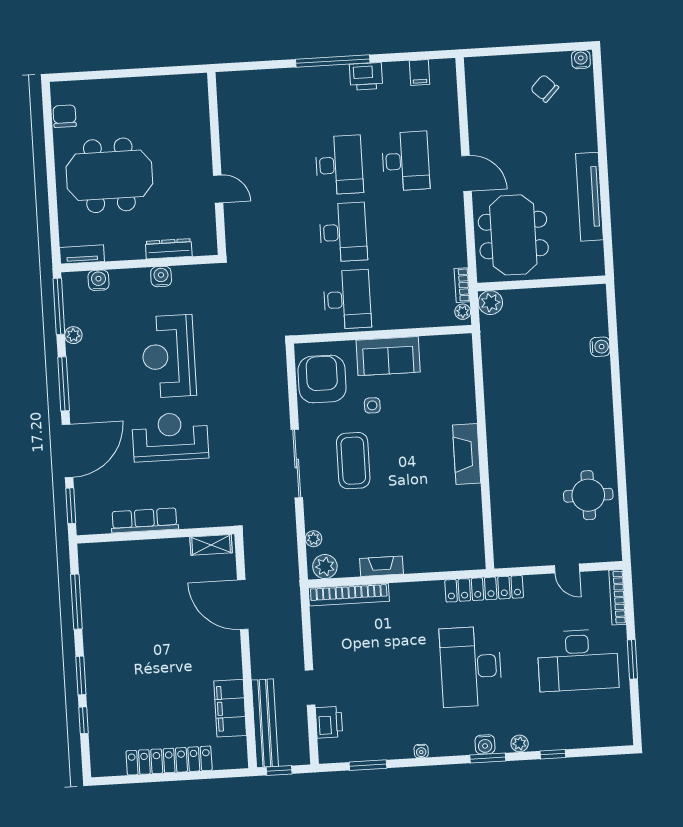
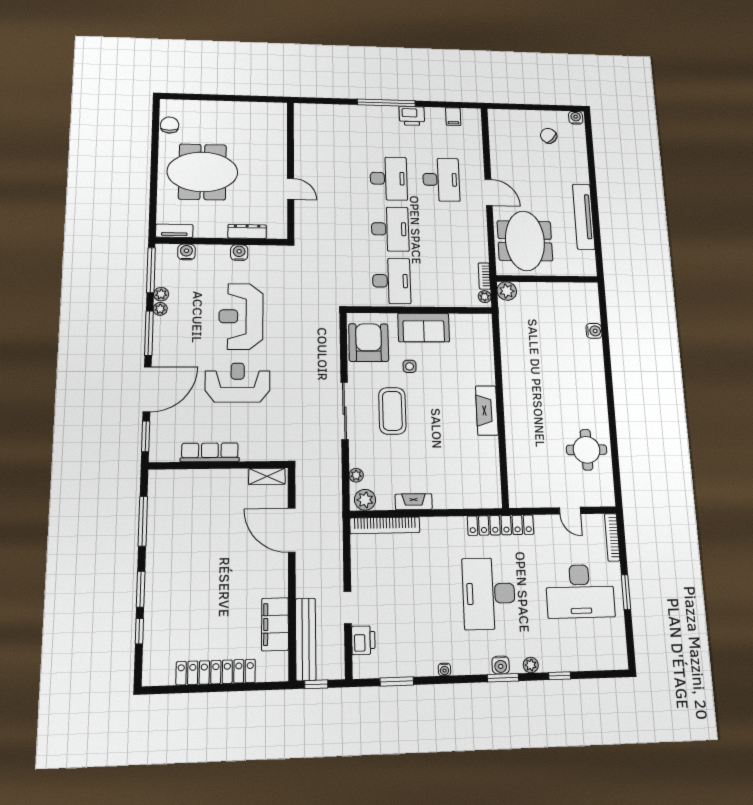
plant: (74, 353) -> (160, 309), added

